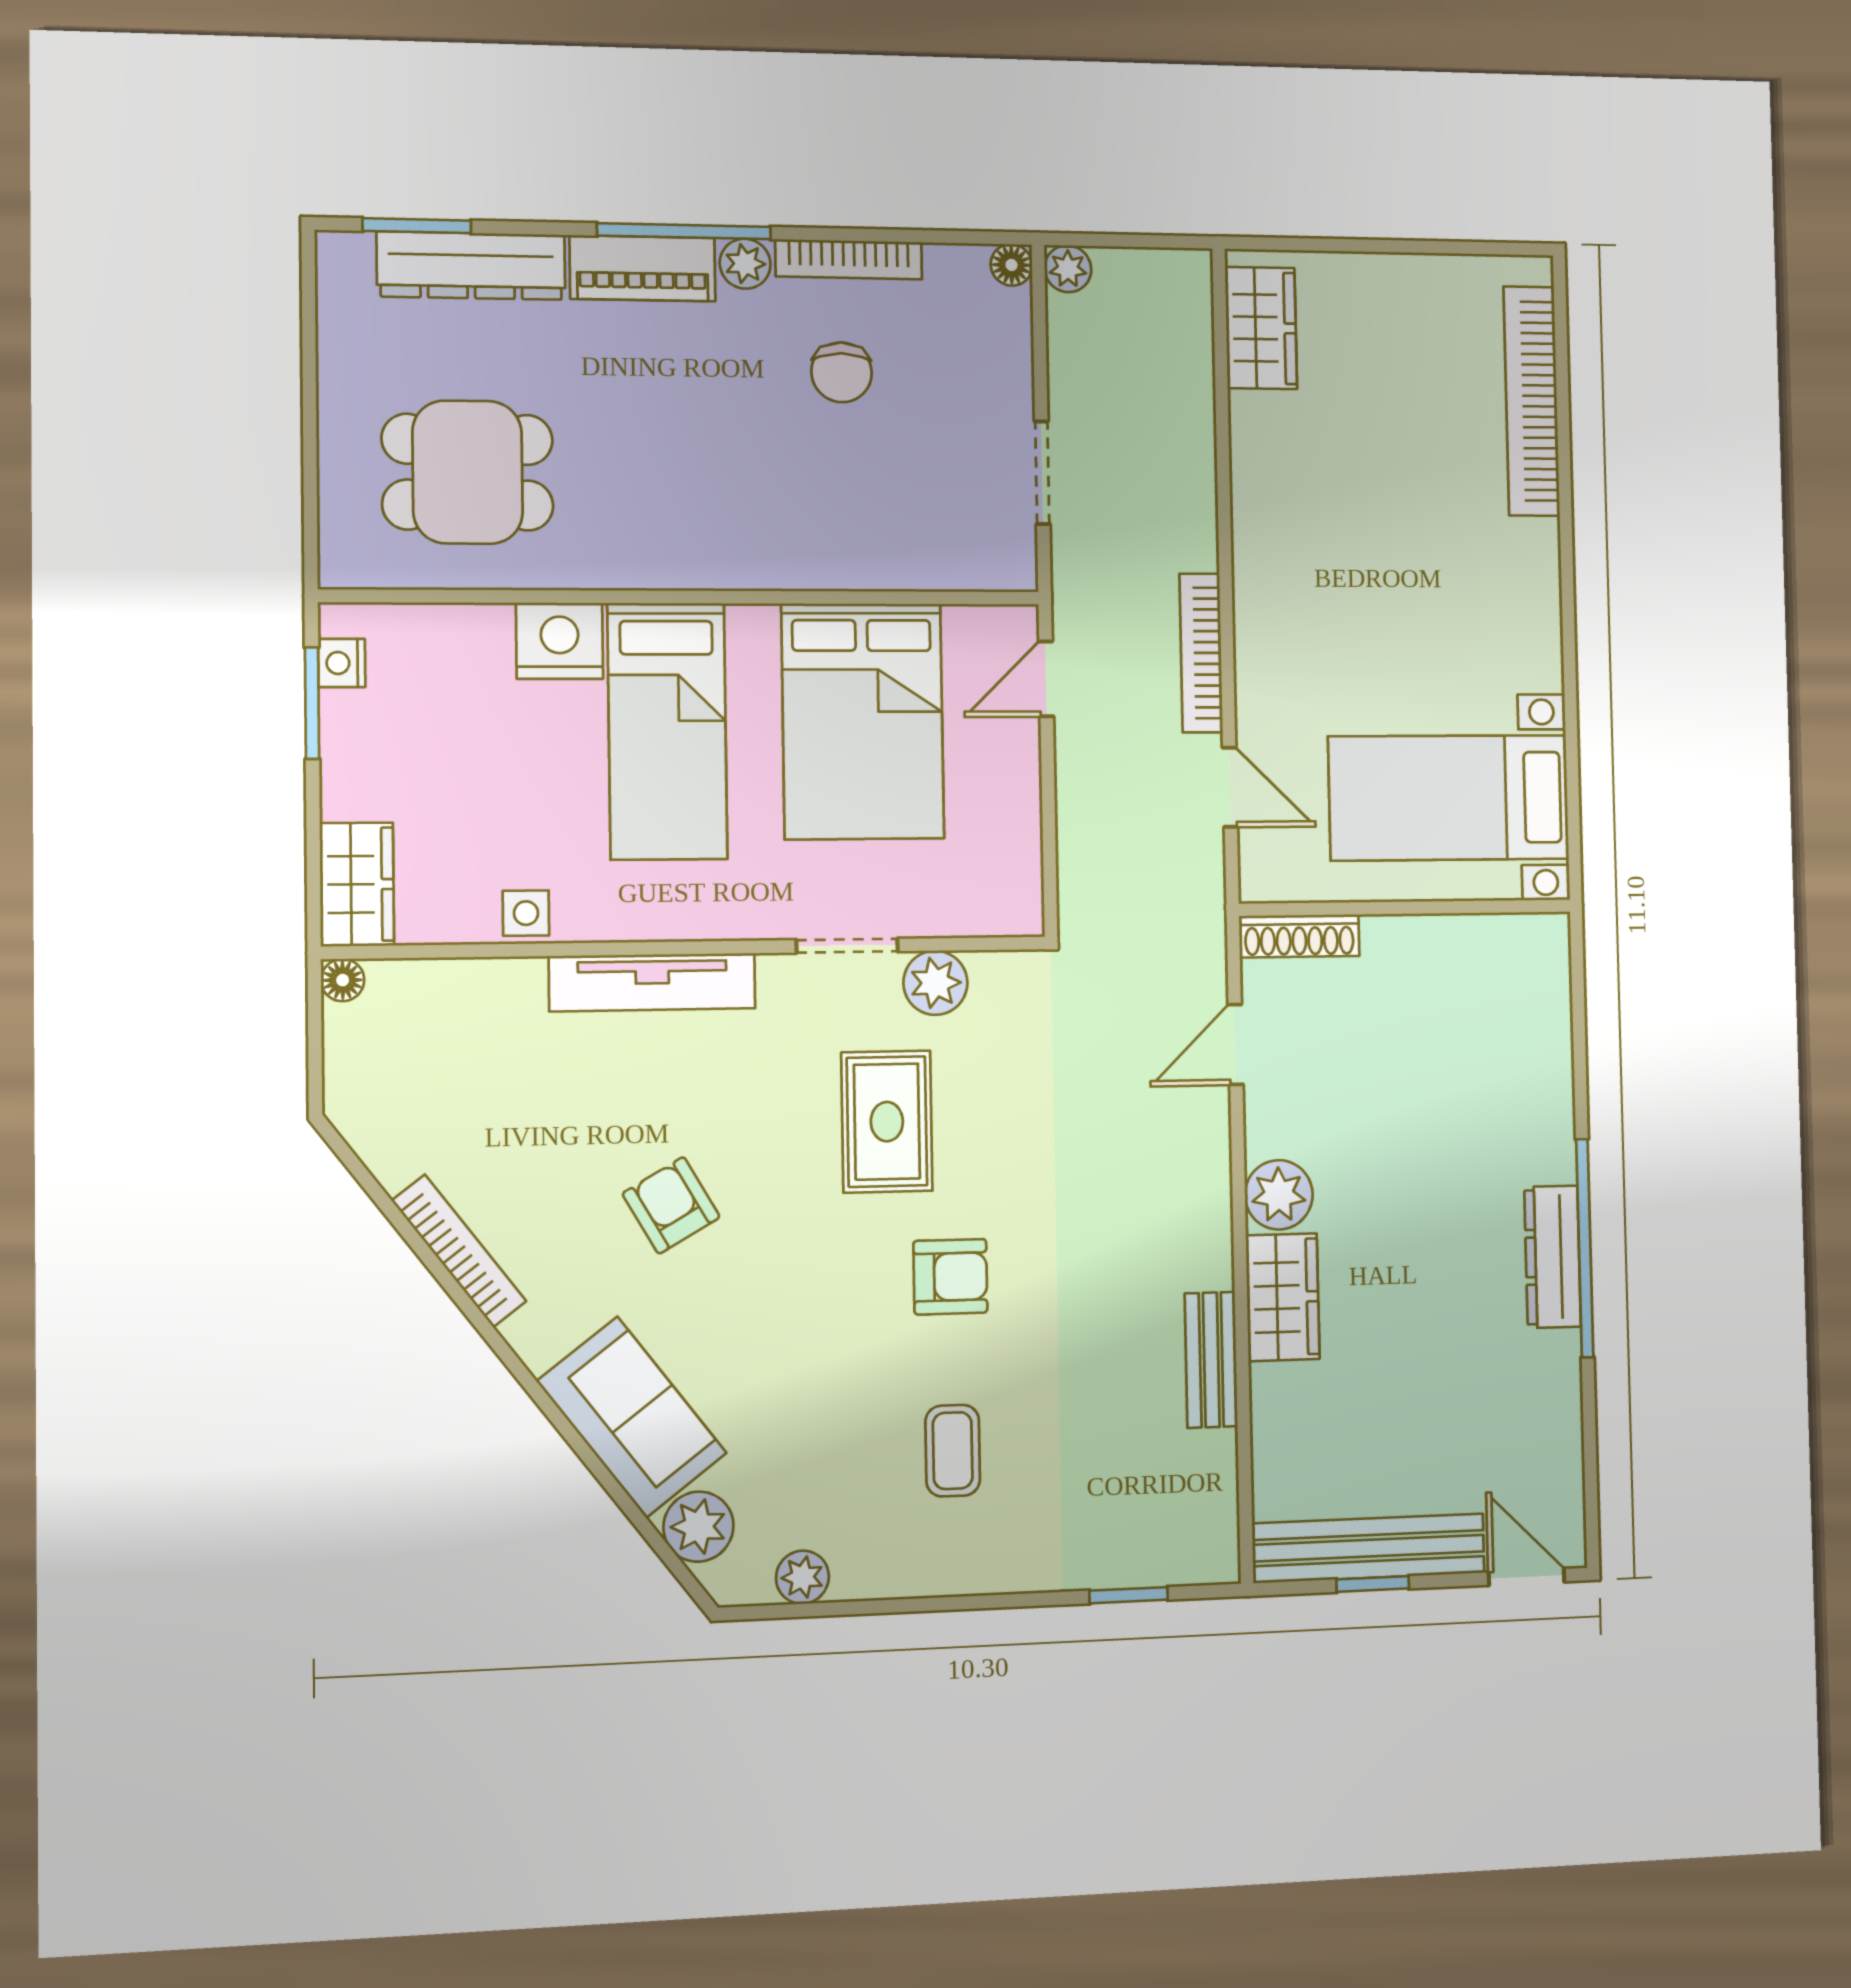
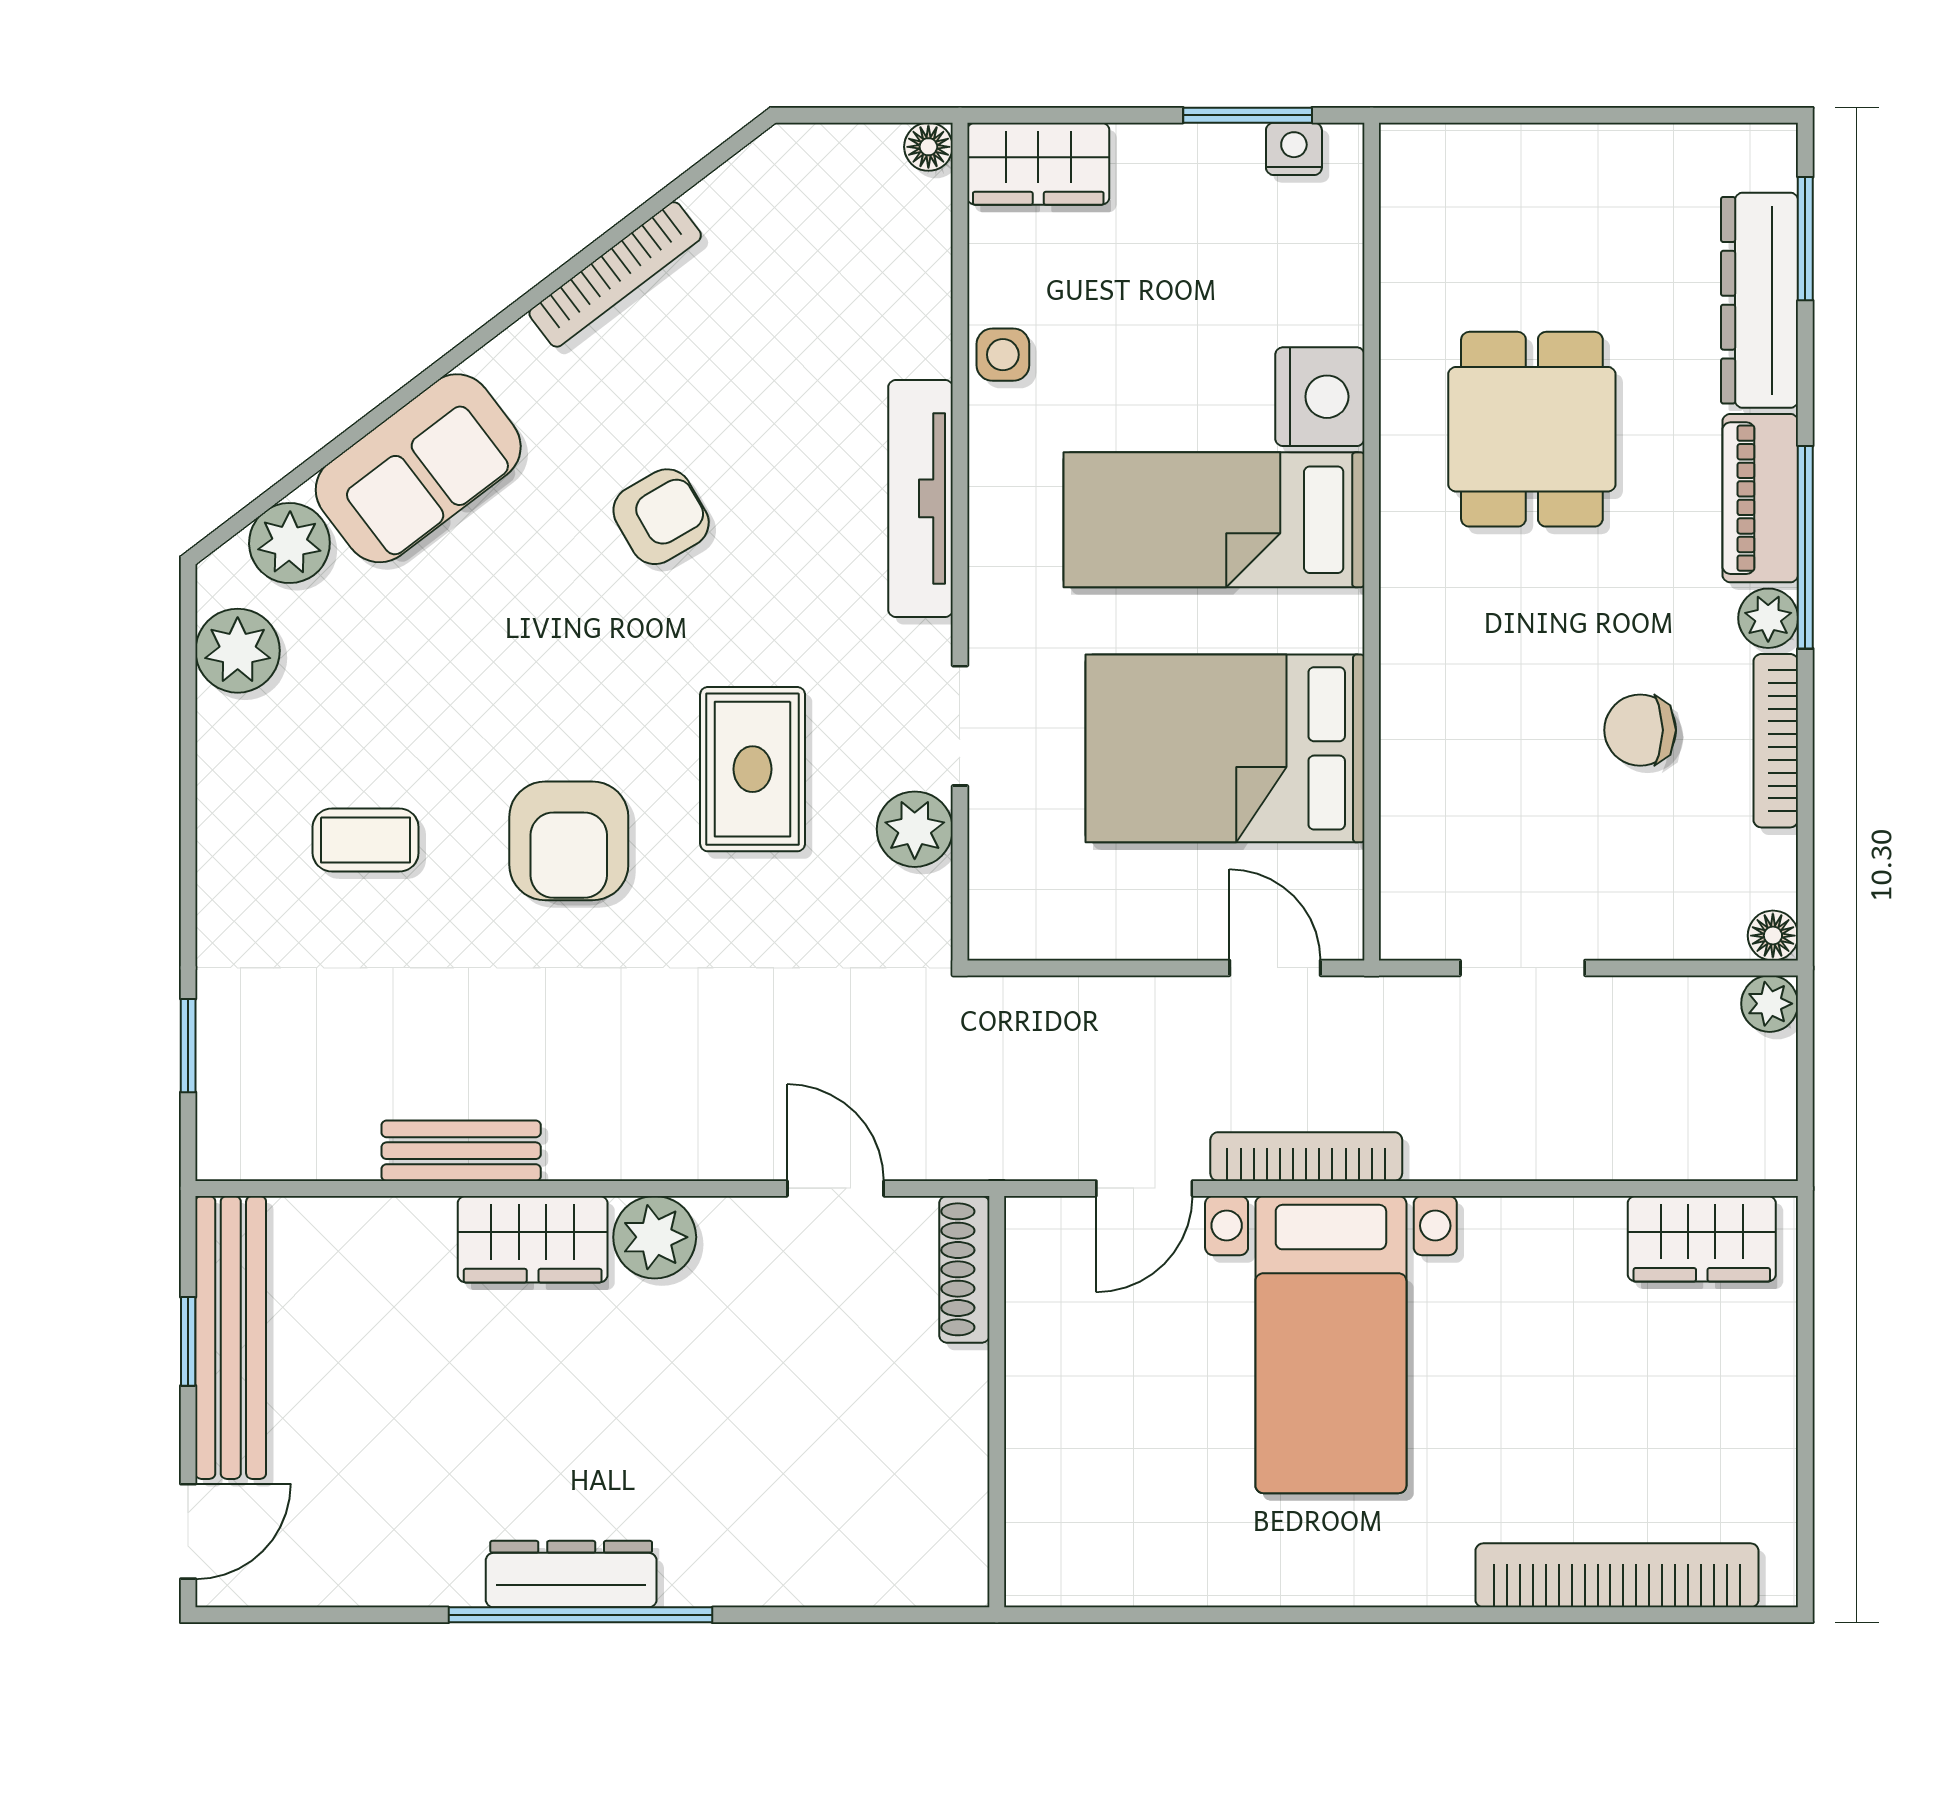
dining table: (468, 472) -> (1532, 429), moved
bed with nightstands: (1449, 798) -> (1331, 1345), moved, turned 180
rug: (887, 1122) -> (753, 769), turned 90
armchair: (950, 1277) -> (569, 841), width x1.38, depth x1.38
plant: (802, 1577) -> (238, 651), width x1.38, depth x1.38

